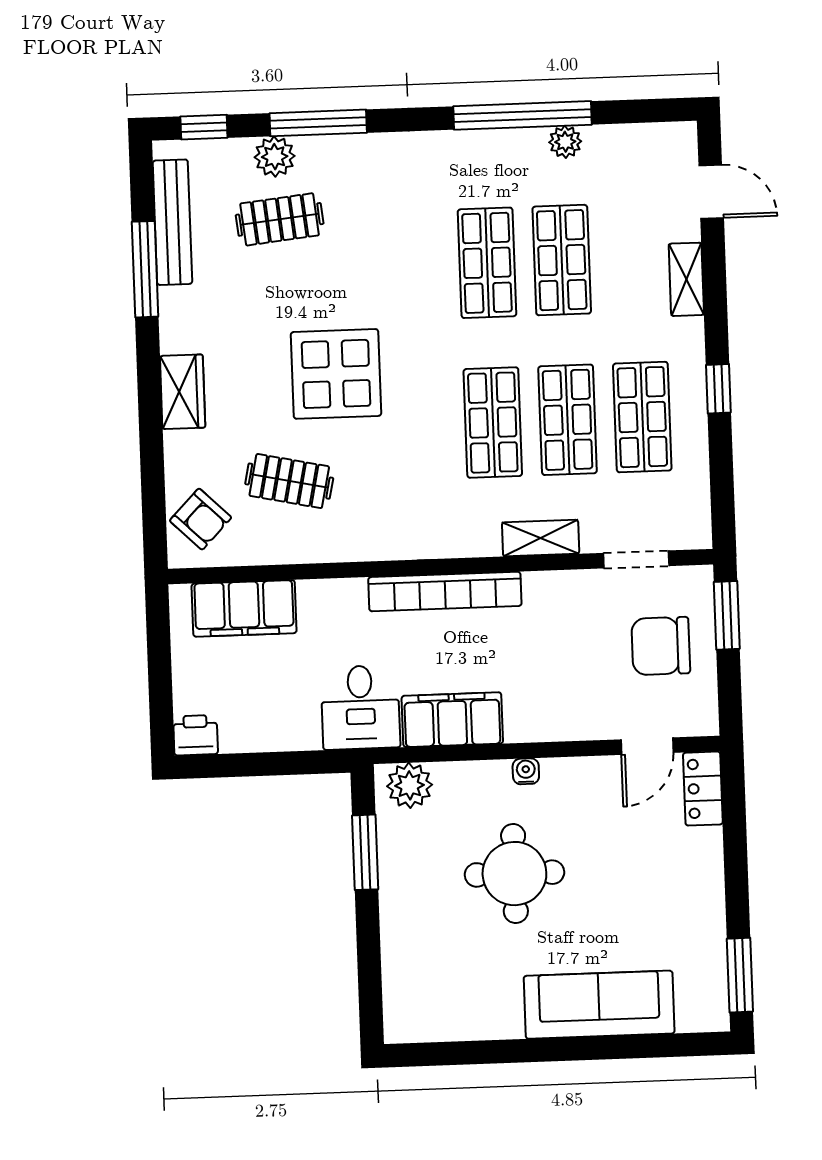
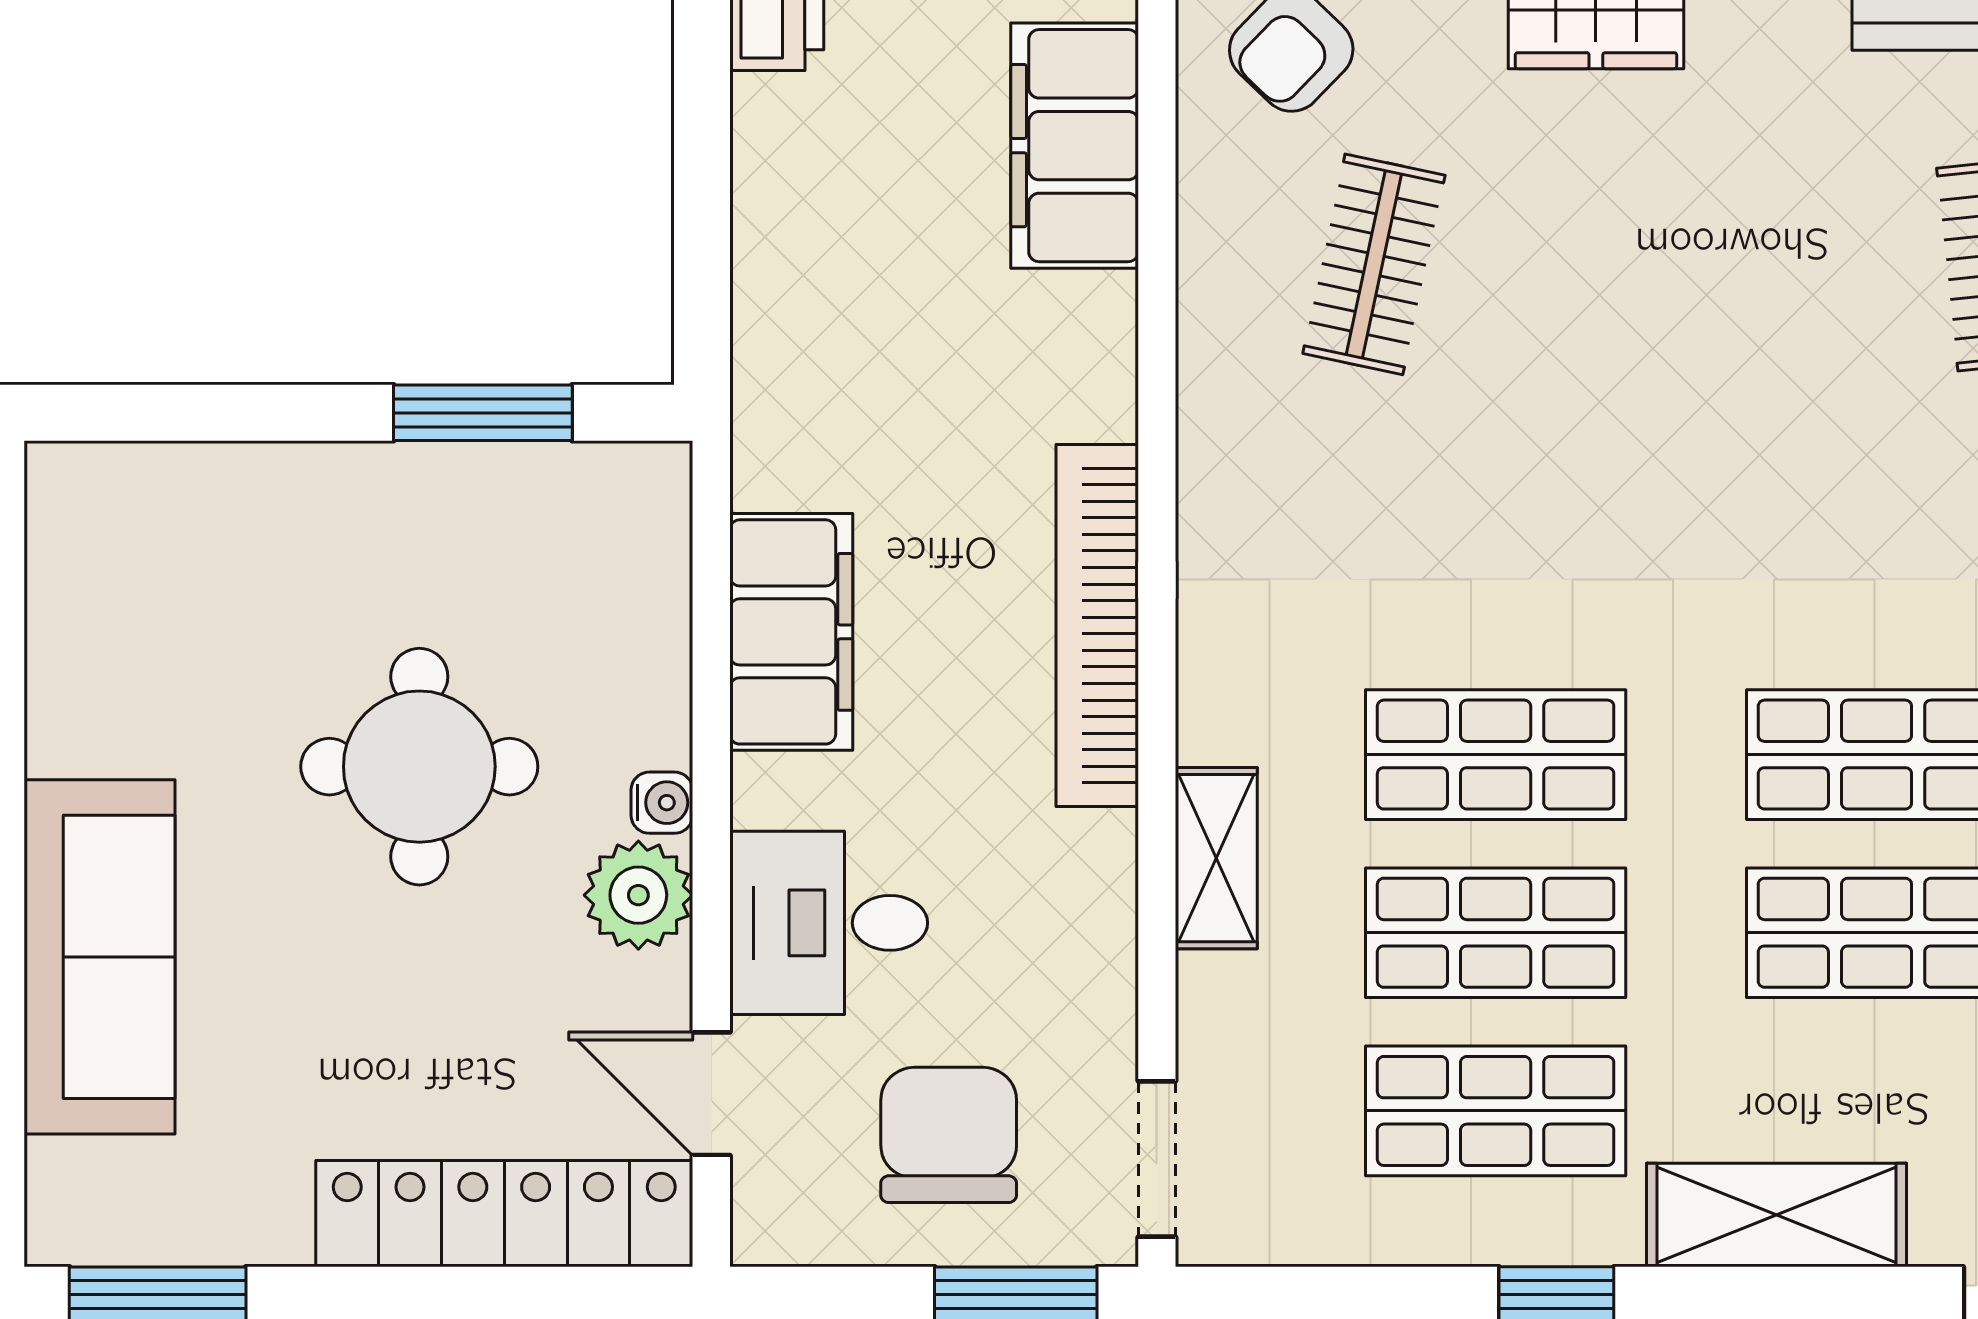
shelving: (686, 279) -> (1776, 1215), width x1.50, depth x1.33
display table: (336, 374) -> (1625, 385), removed
doorway: (636, 559) -> (1157, 1159), moved
desk: (360, 707) -> (829, 923), moved
plant: (410, 785) -> (638, 895), moved
locker: (703, 789) -> (504, 1214), width x2.16, depth x1.21

